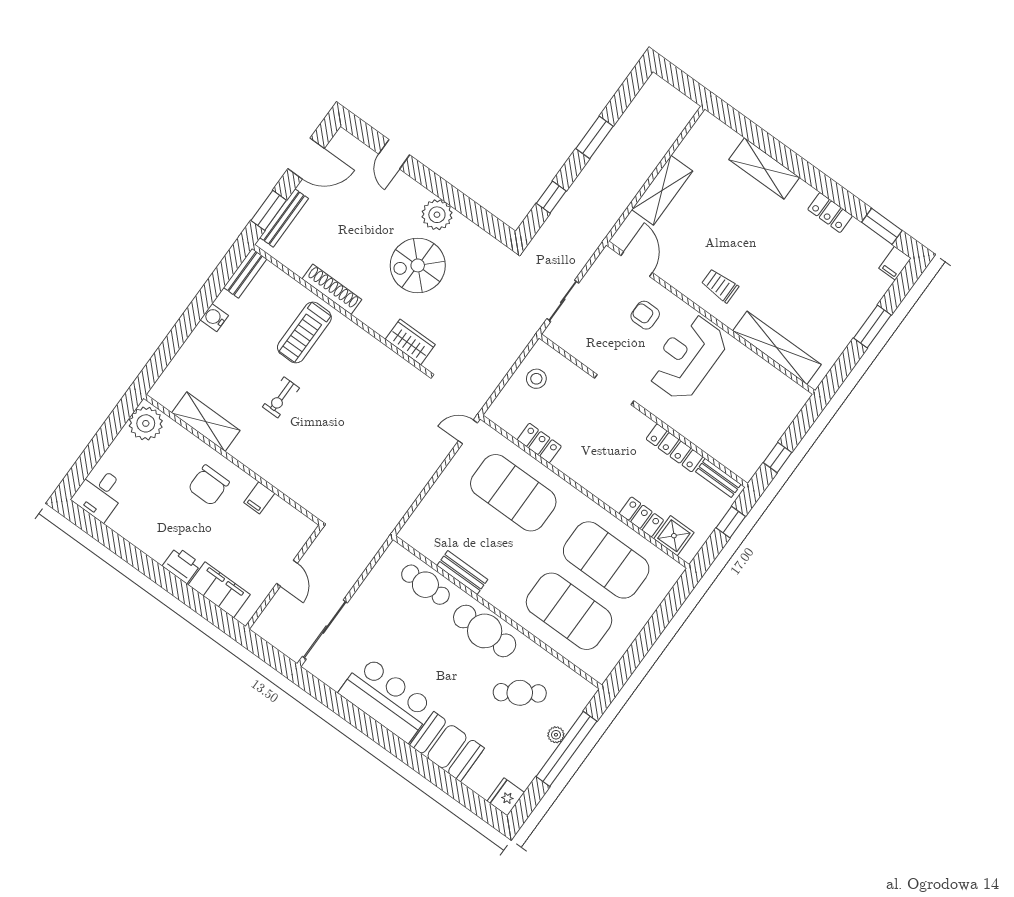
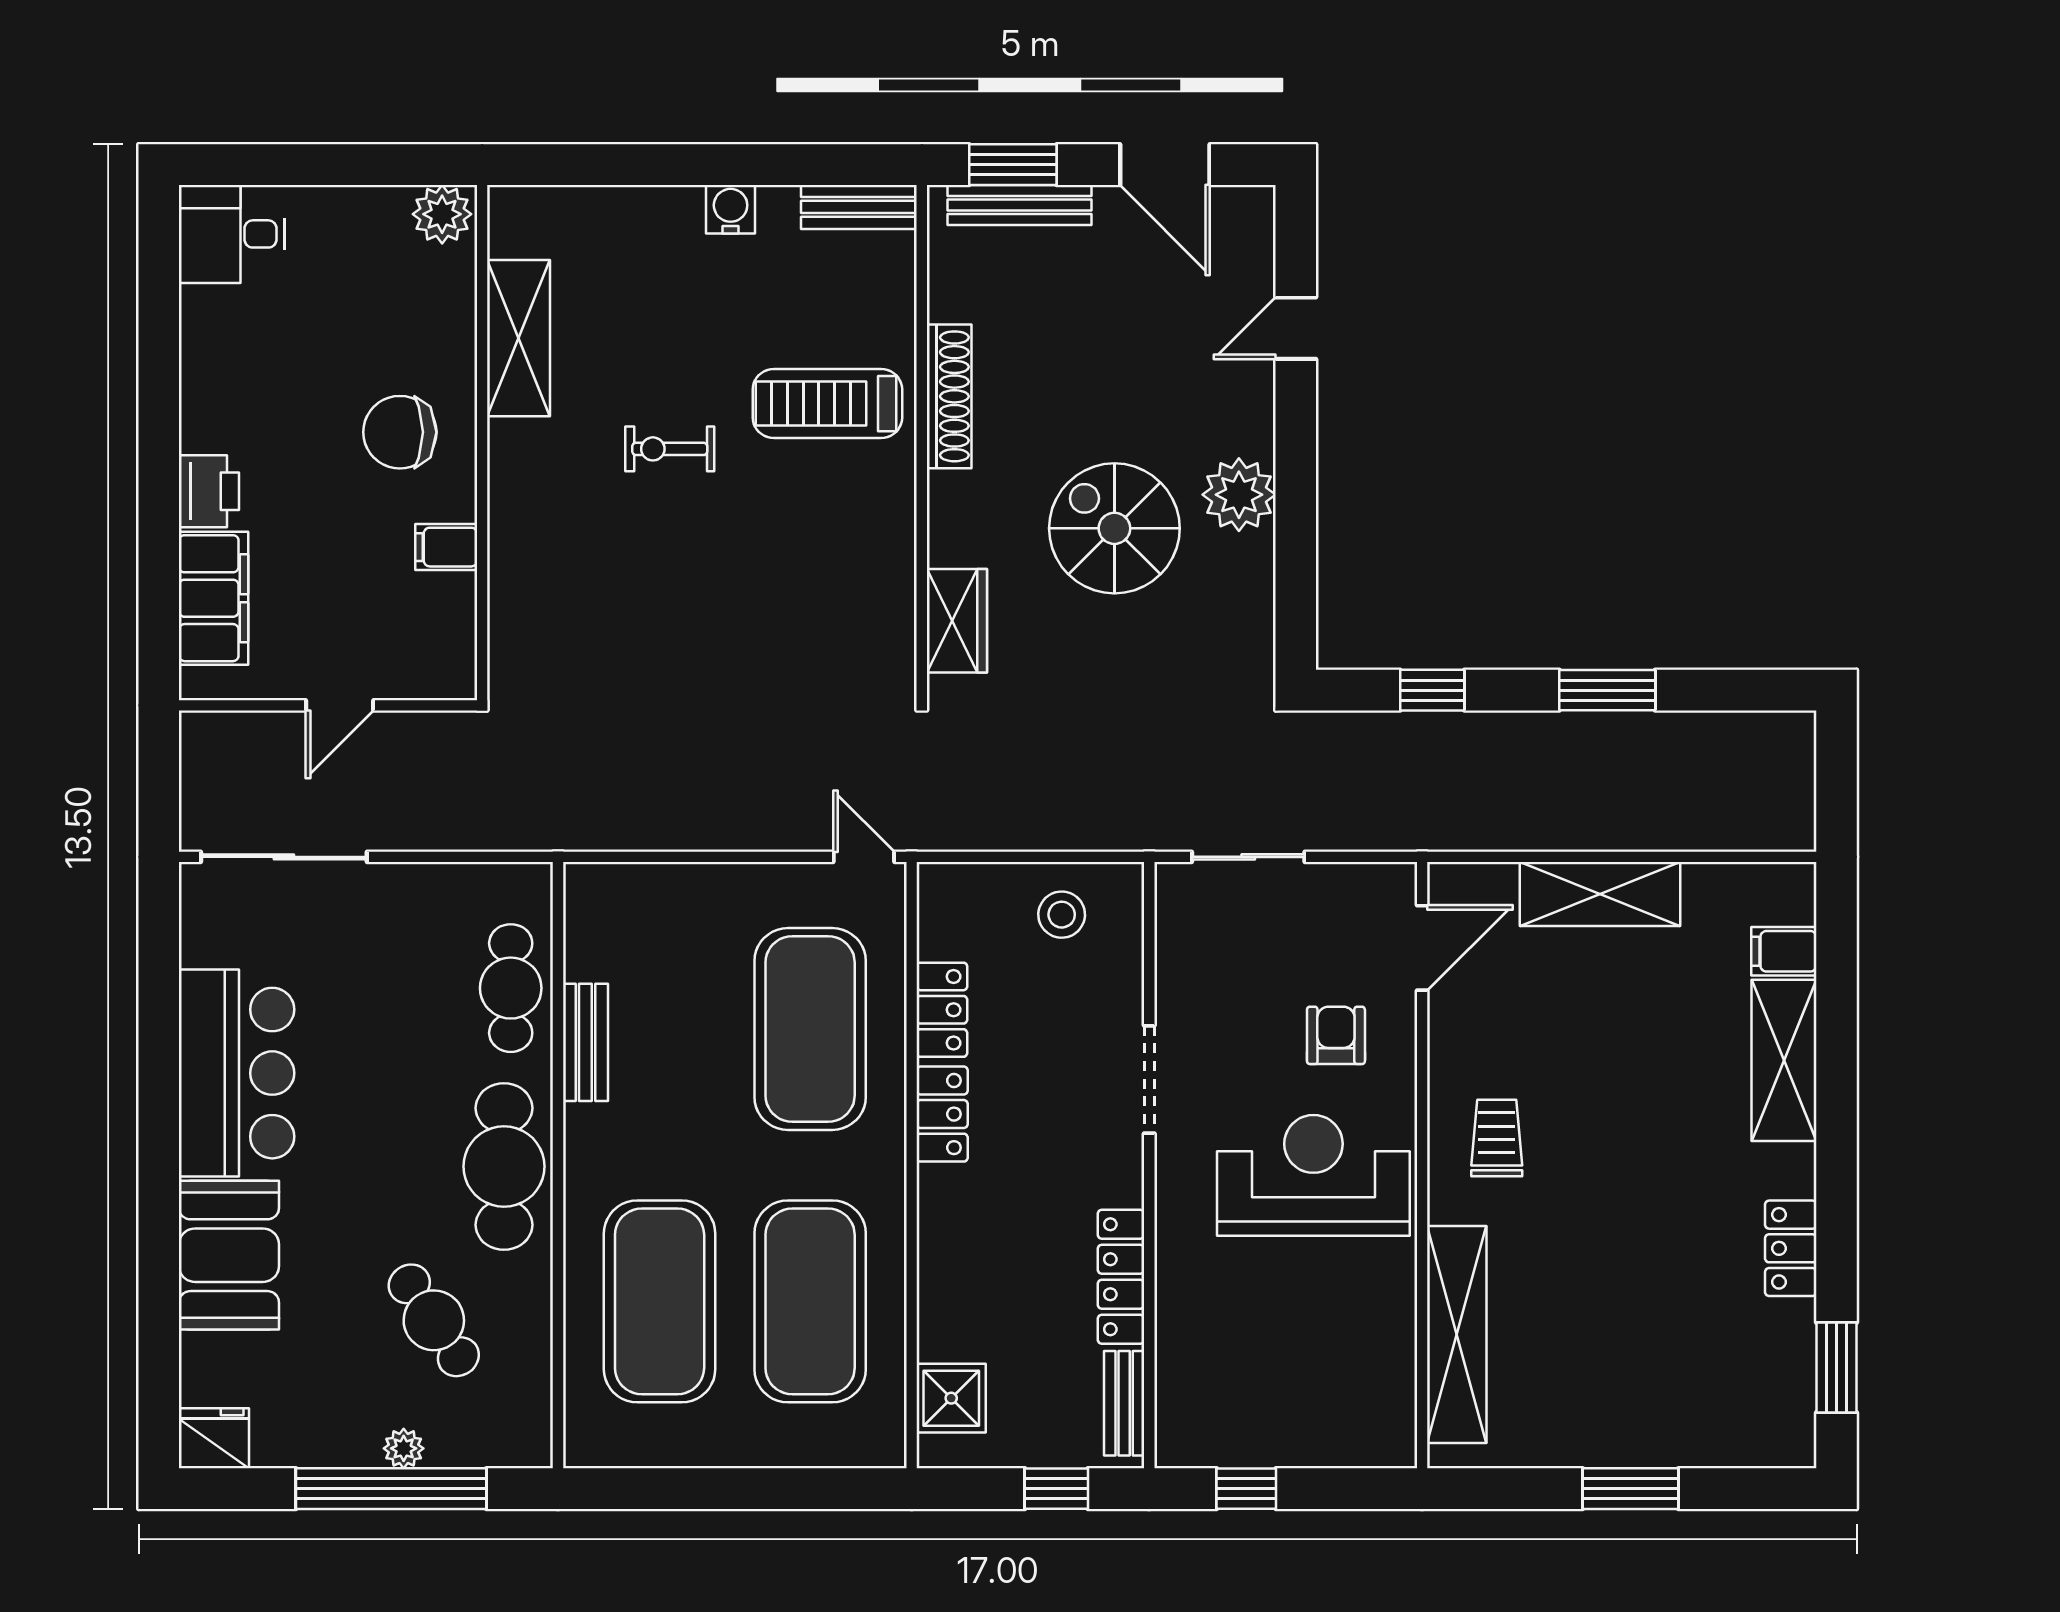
filing cabinet: (895, 263) -> (1784, 951), moved
plant: (146, 423) -> (442, 214), width x0.73, depth x0.73
locker: (641, 517) -> (942, 1114), moved

